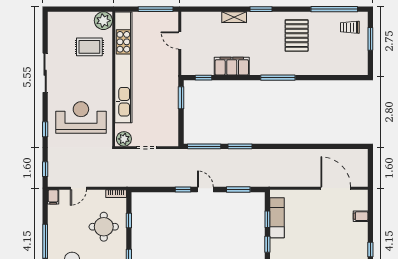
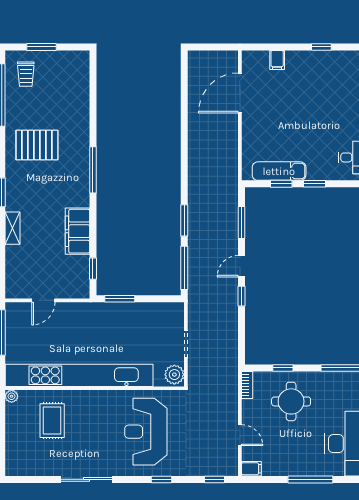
plant: (103, 21) -> (12, 396), width x0.53, depth x0.53

